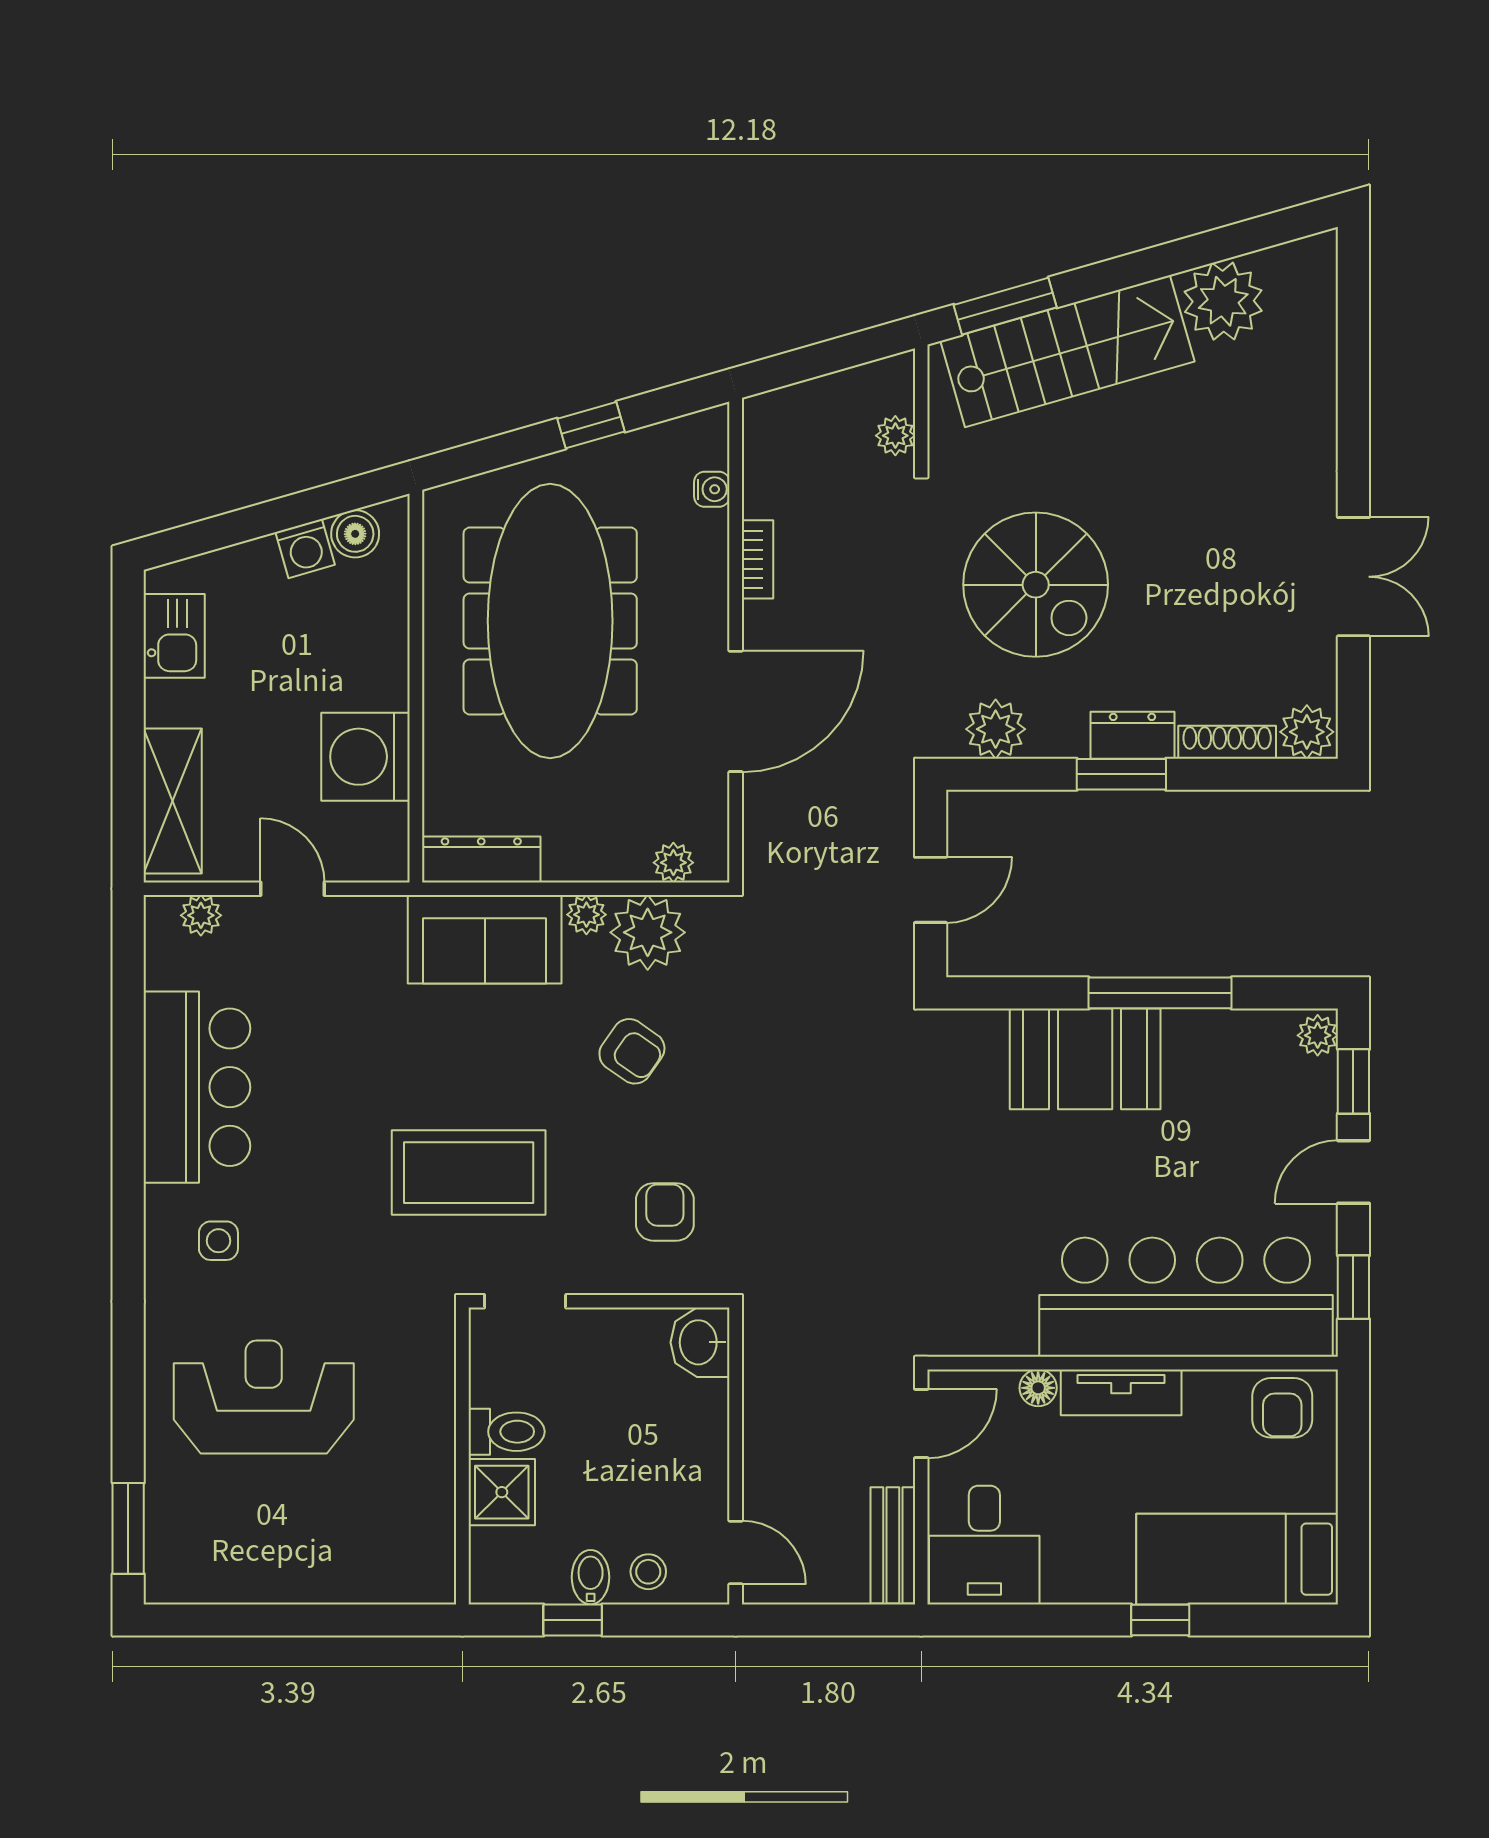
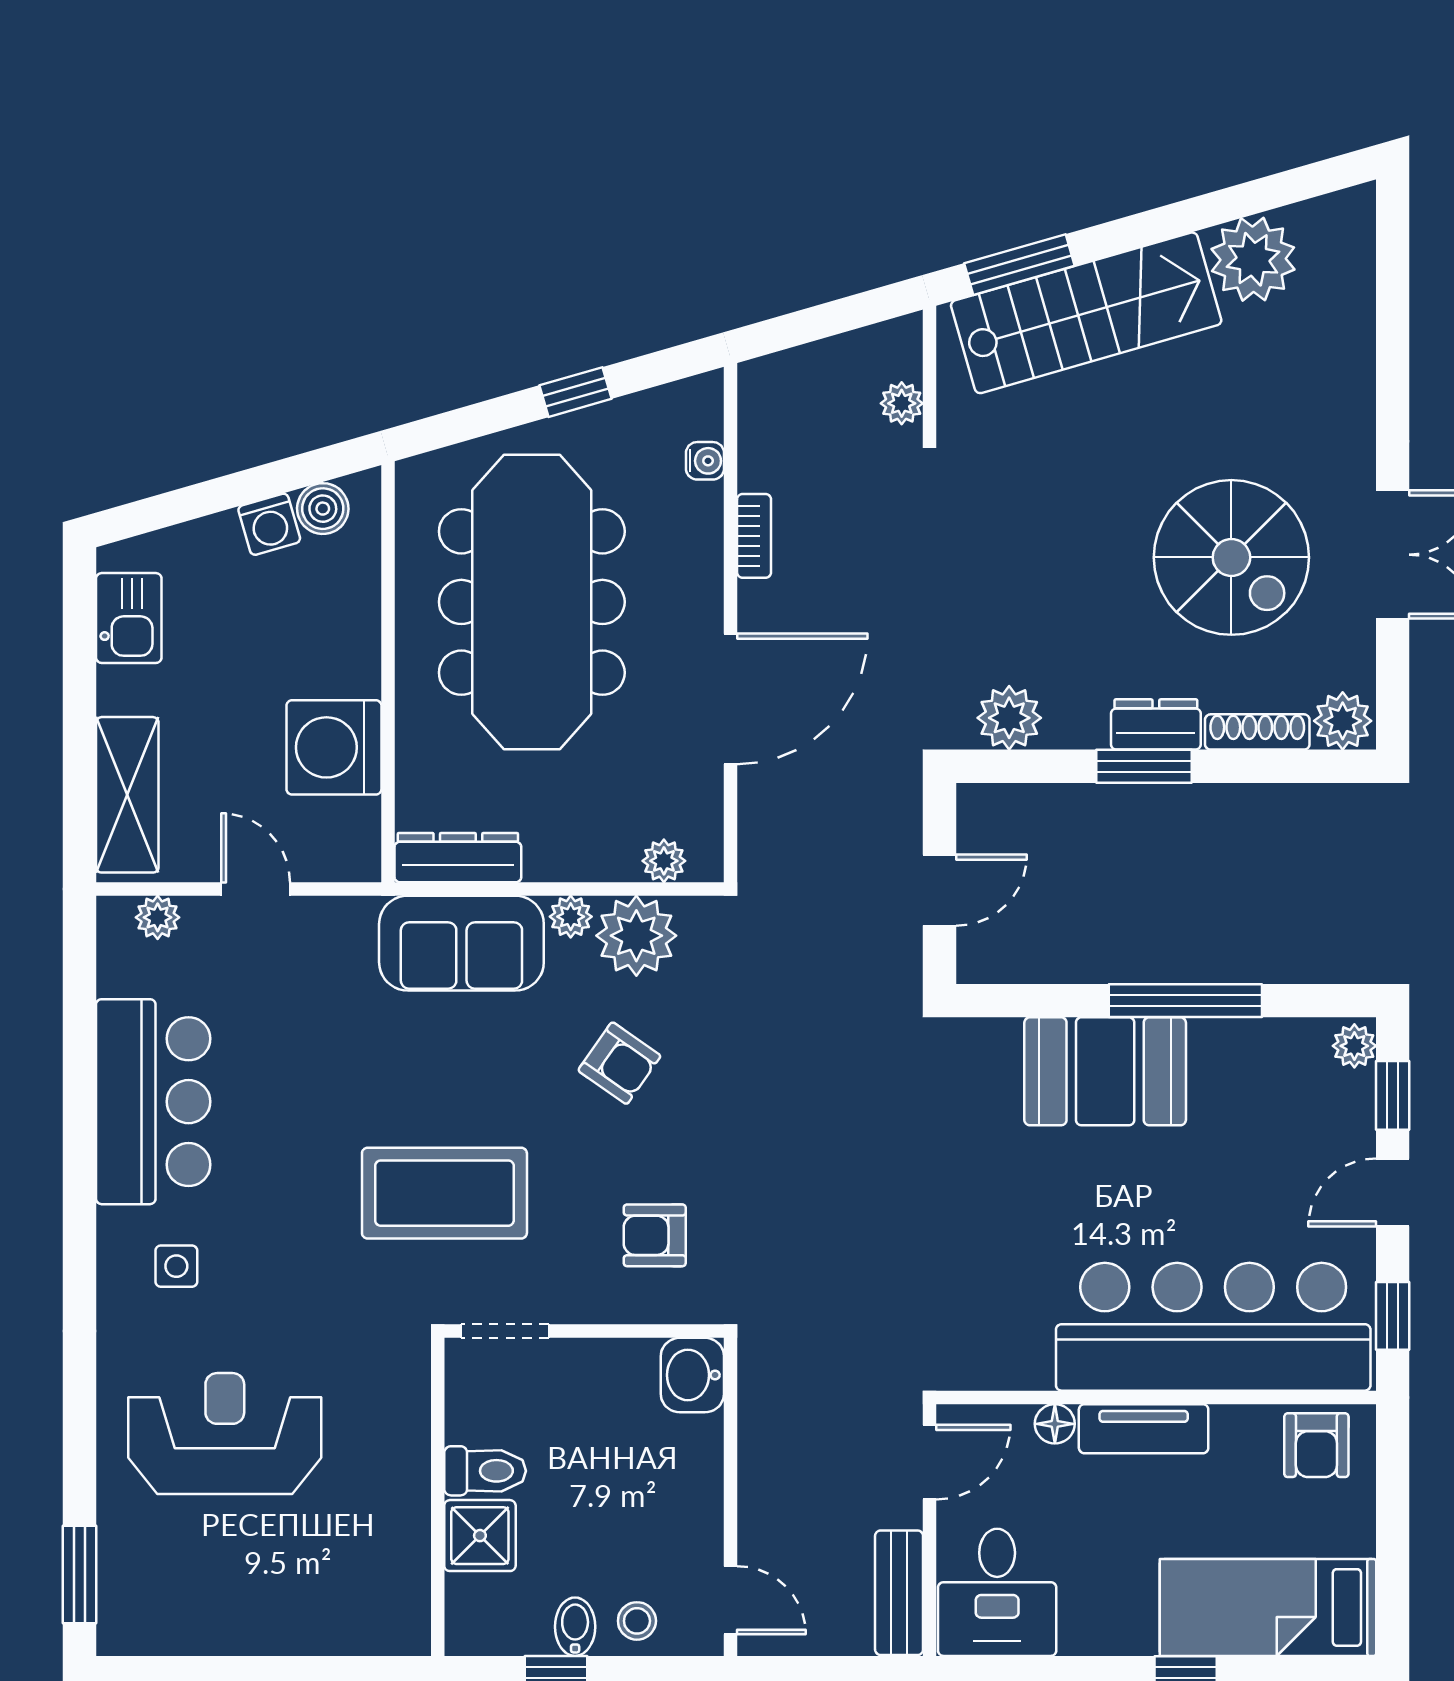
spiral stairs: (1036, 585) -> (1231, 557), moved
armchair: (665, 1212) -> (655, 1235), turned -90

